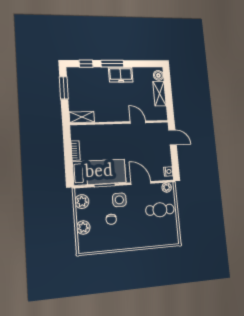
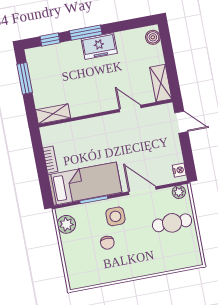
shelving: (160, 94) -> (161, 83), moved
plant: (83, 227) -> (72, 257), removed

